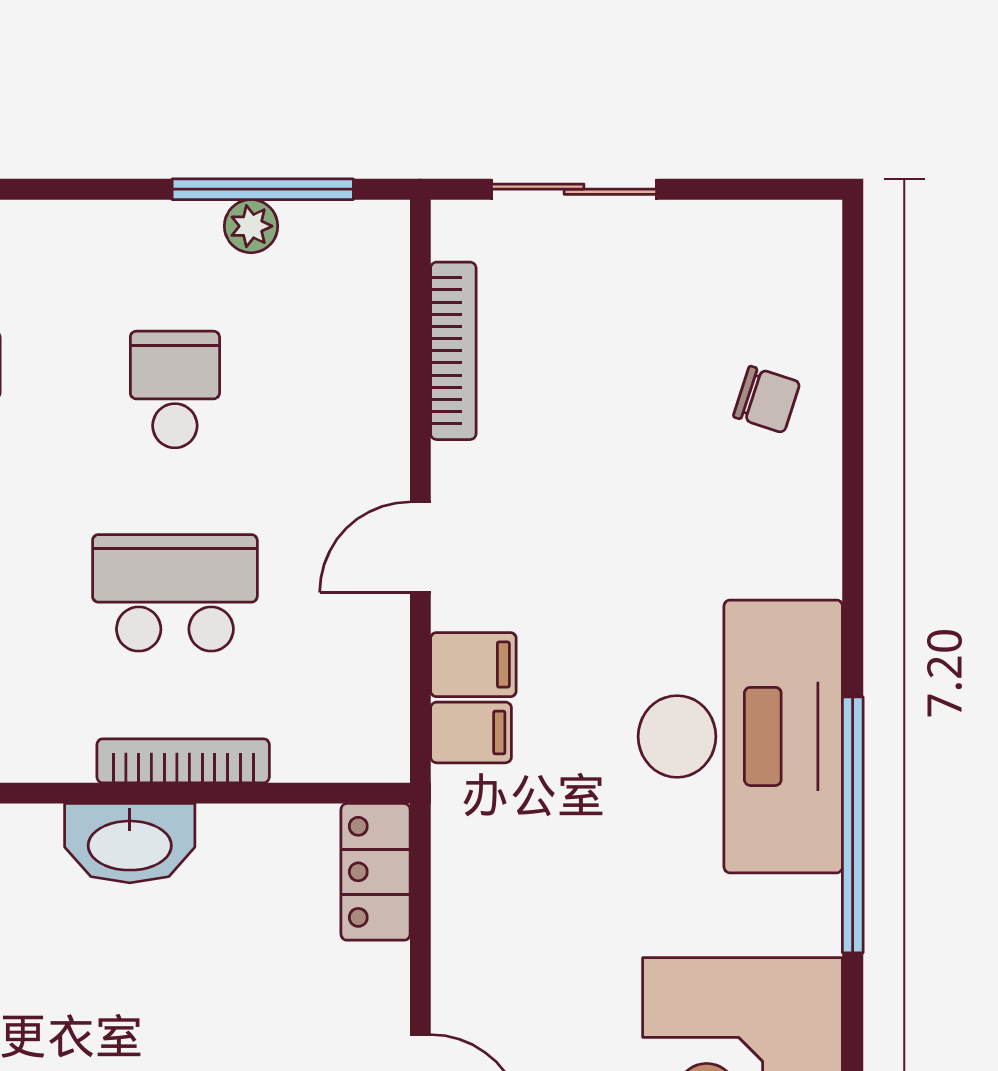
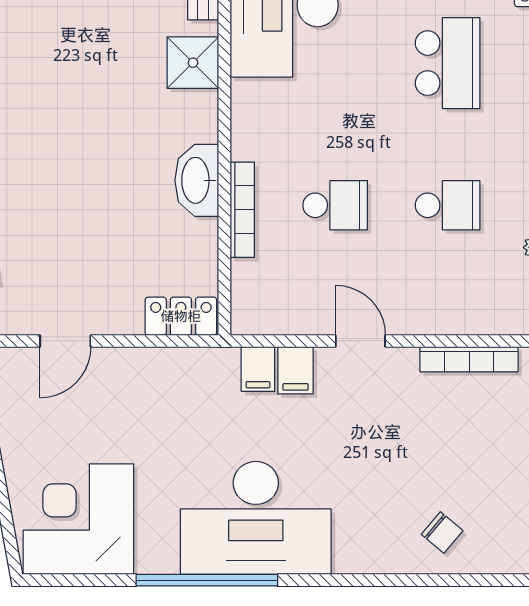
chair: (767, 399) -> (442, 532), turned -68
school desk: (175, 593) -> (335, 205), width x0.54

